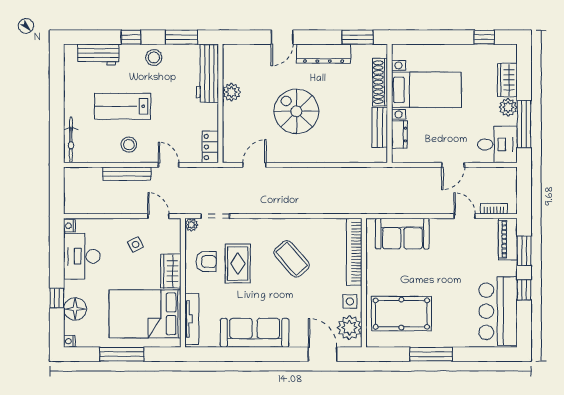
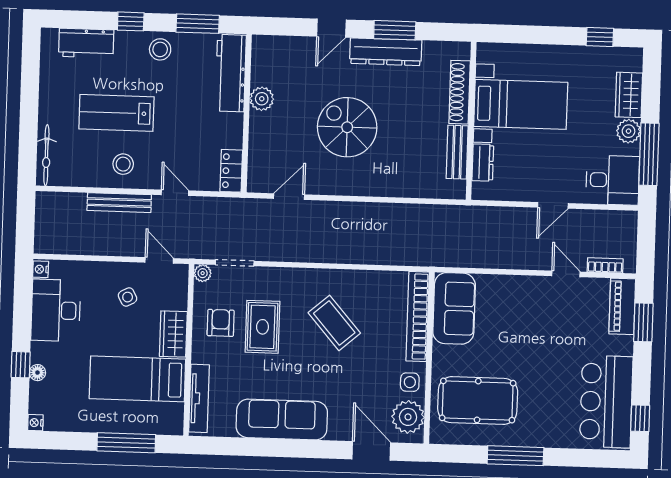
window: (358, 37) -> (395, 30), moved
sofa: (402, 234) -> (454, 308), moved, turned -90
armchair: (206, 262) -> (221, 323), turned -90
window: (524, 290) -> (640, 418), moved
floor lamp: (75, 309) -> (37, 373), width x0.53, depth x0.53
bed: (145, 314) -> (137, 379), width x0.67
window: (122, 354) -> (126, 443), moved

